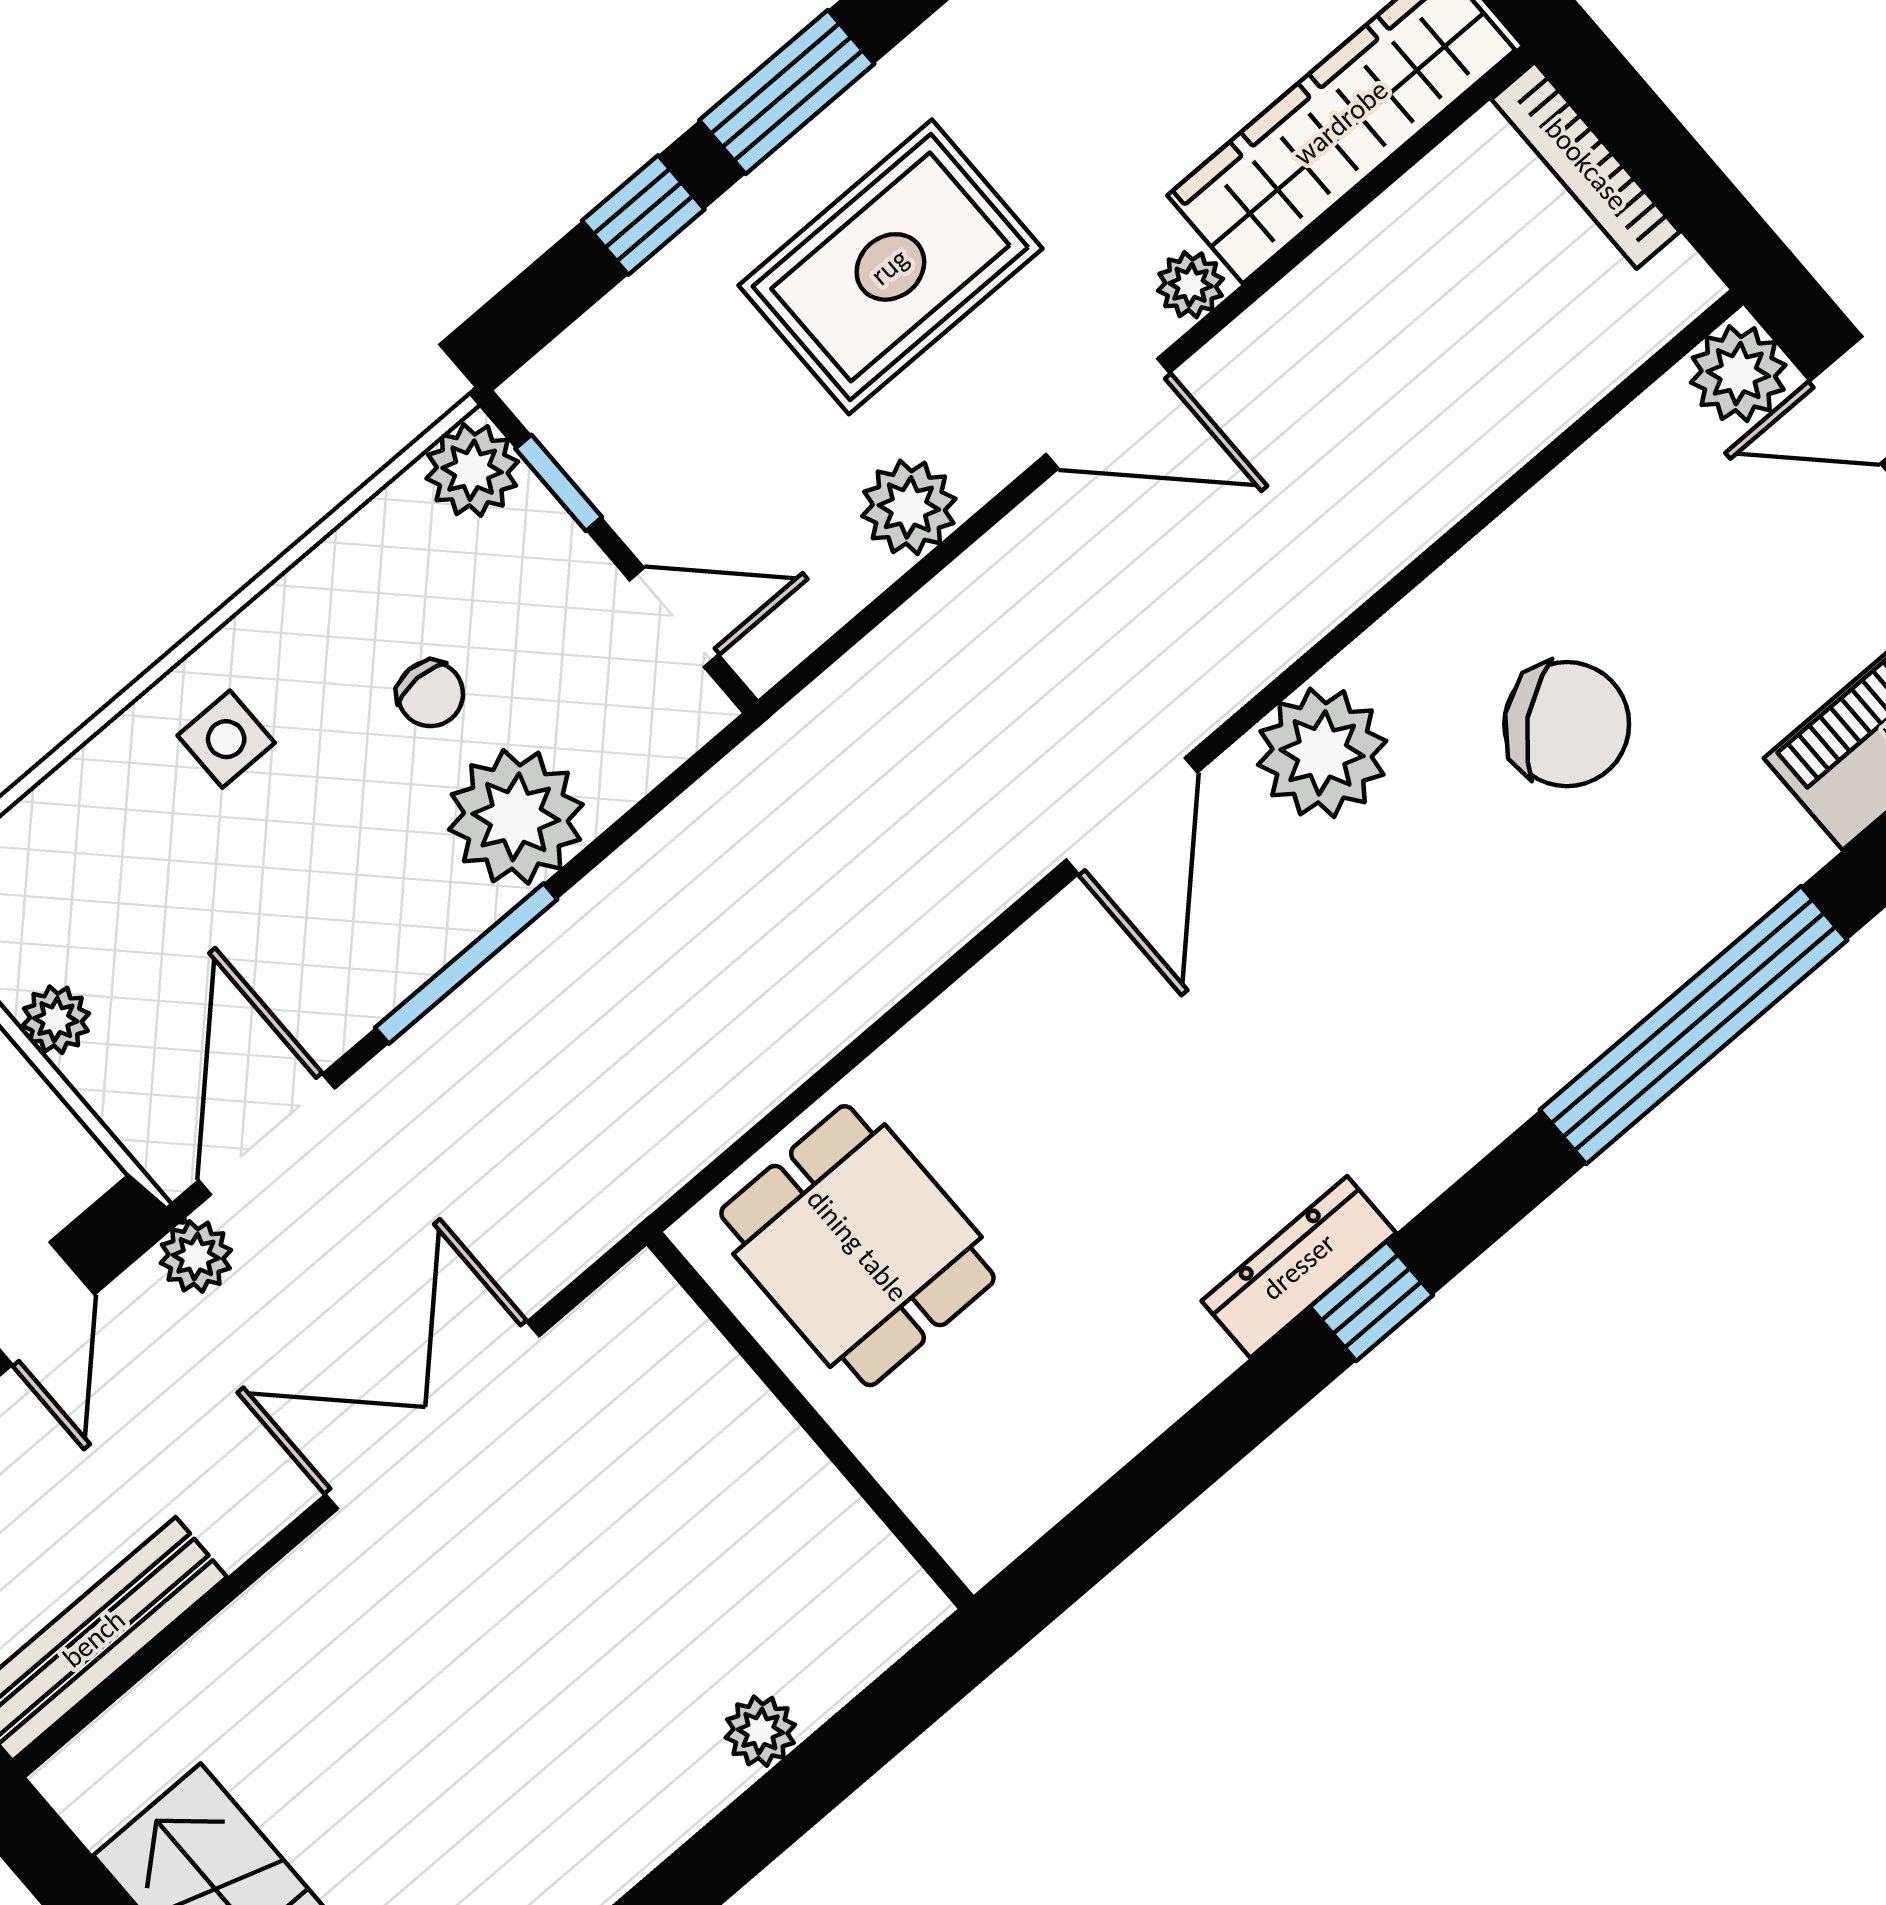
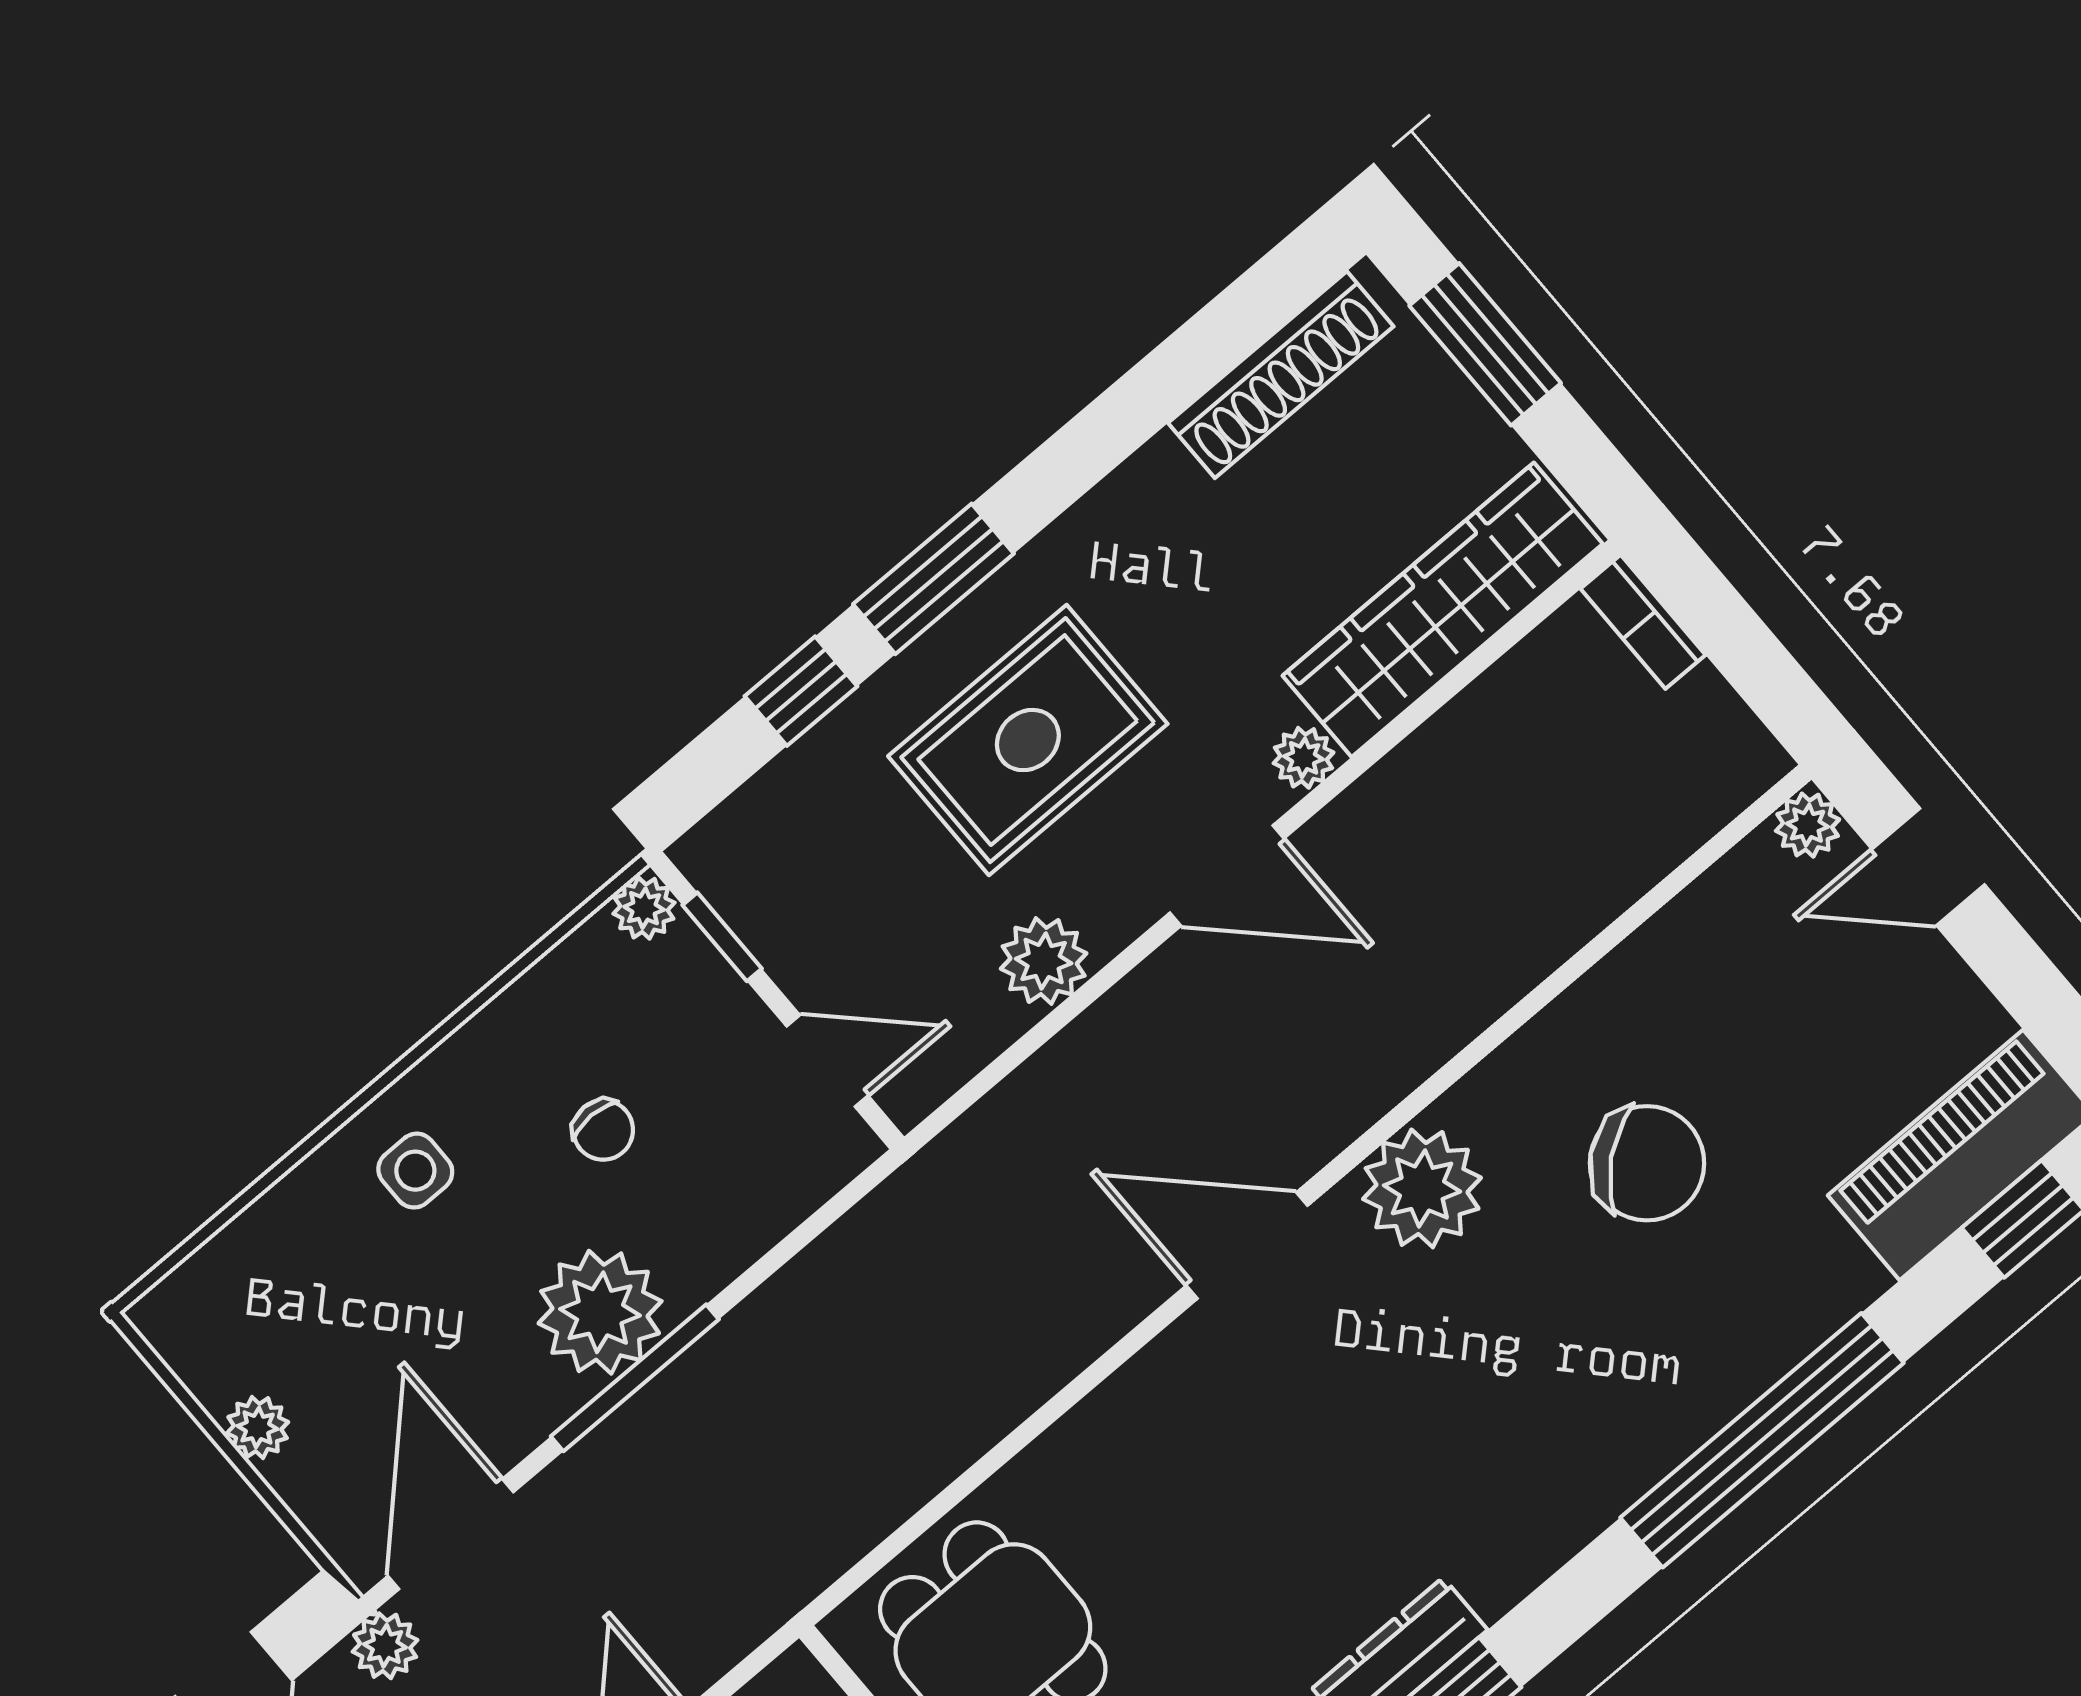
bookcase: (1586, 165) -> (1643, 622), width x0.64
plant: (1738, 374) -> (1808, 825), width x0.73, depth x0.73
plant: (472, 470) -> (644, 908), width x0.73, depth x0.73
door: (1132, 816) -> (1247, 1245), swing flipped
plant: (516, 817) -> (600, 1312), moved

